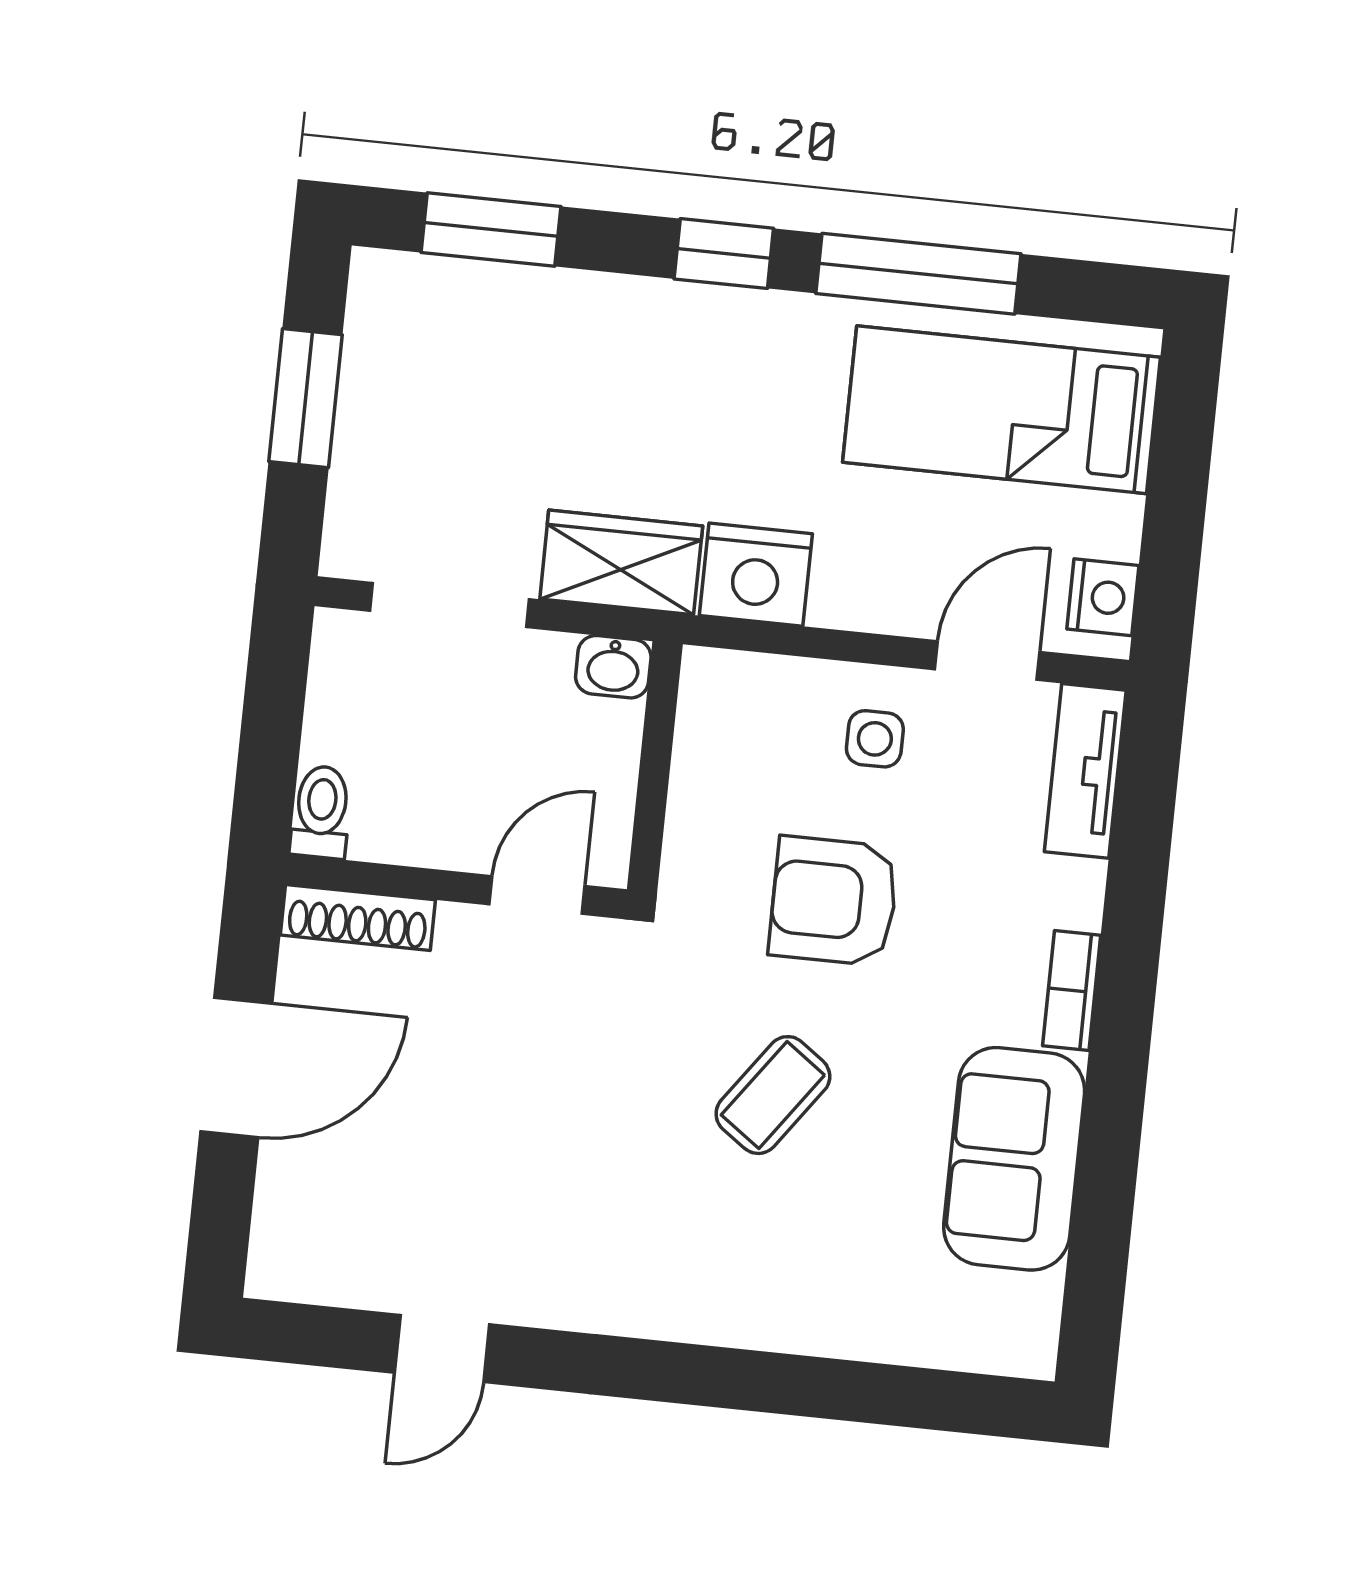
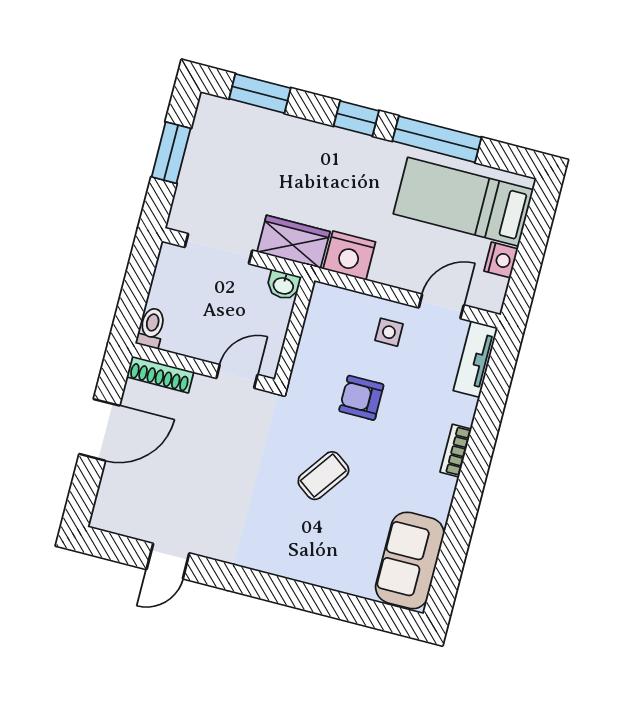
nightstand: (1103, 597) -> (501, 260), moved
armchair: (834, 901) -> (361, 398), width x0.72, depth x0.72
sofa: (1014, 1159) -> (410, 560), moved

